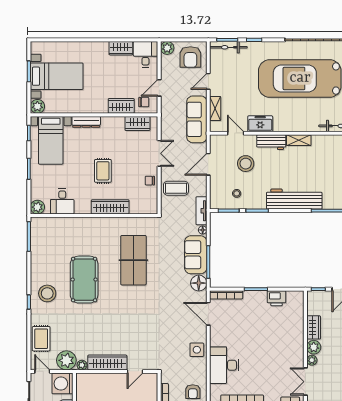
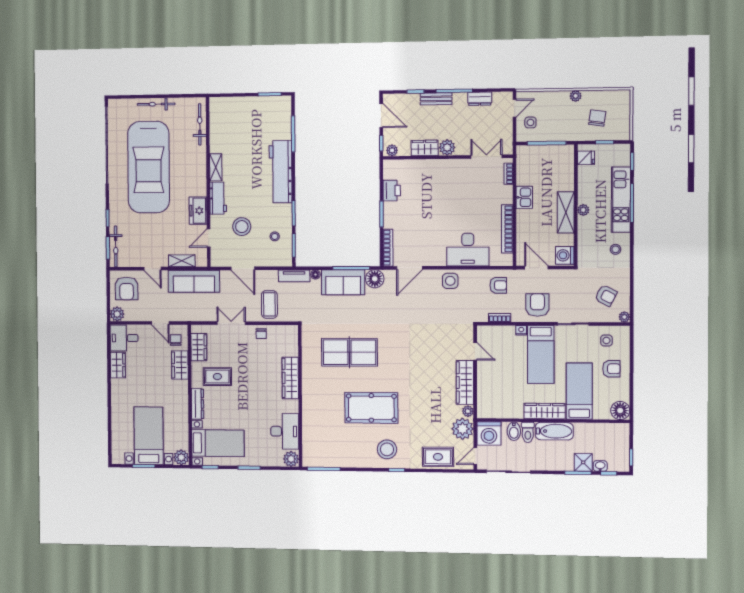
armchair: (190, 57) -> (127, 288), turned 90
rug: (103, 171) -> (217, 377), moved
desk: (62, 201) -> (285, 431), width x1.37
plant: (312, 360) -> (392, 150), moved
double door: (305, 382) -> (486, 157), swing flipped

